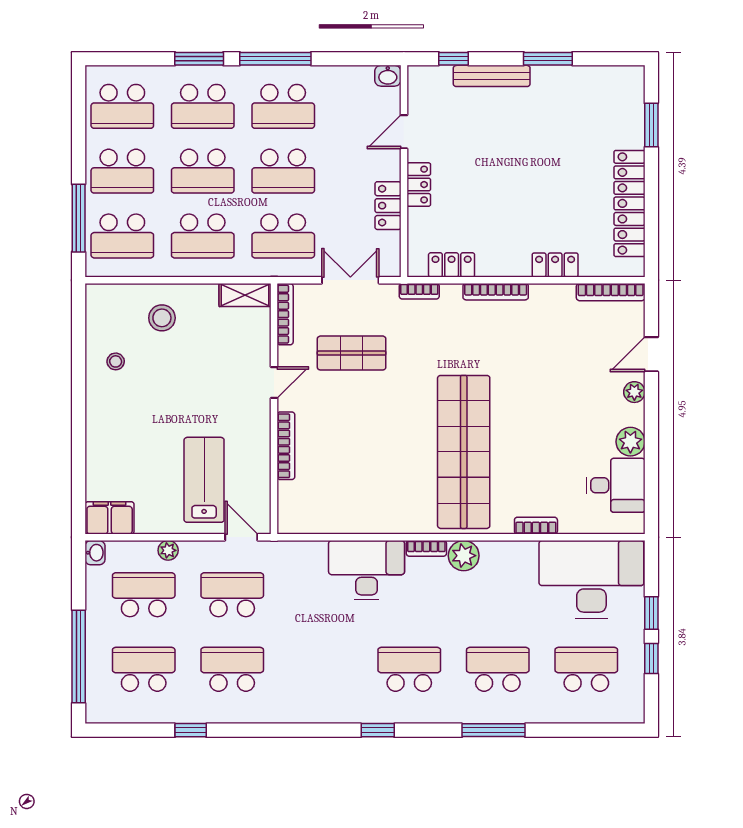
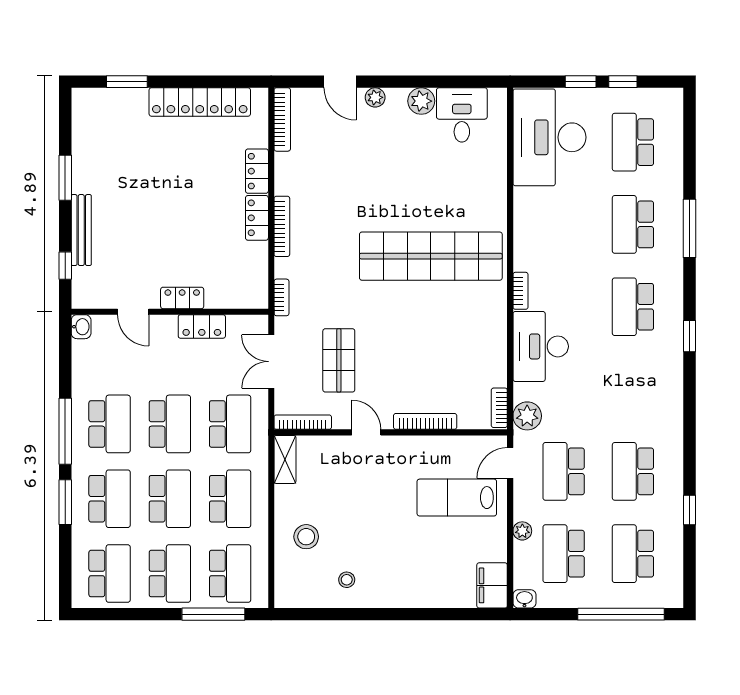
locker: (452, 265) -> (257, 218), moved
bookcase: (536, 526) -> (499, 408), moved
plant: (464, 556) -> (527, 416), moved

